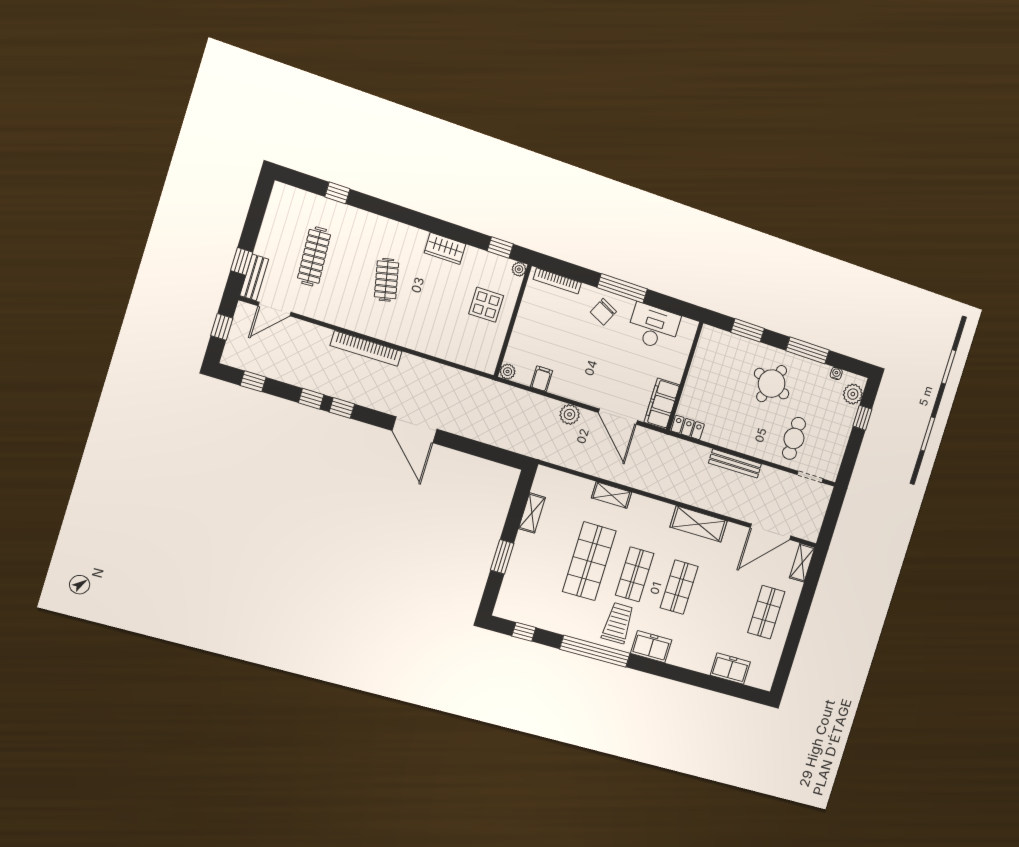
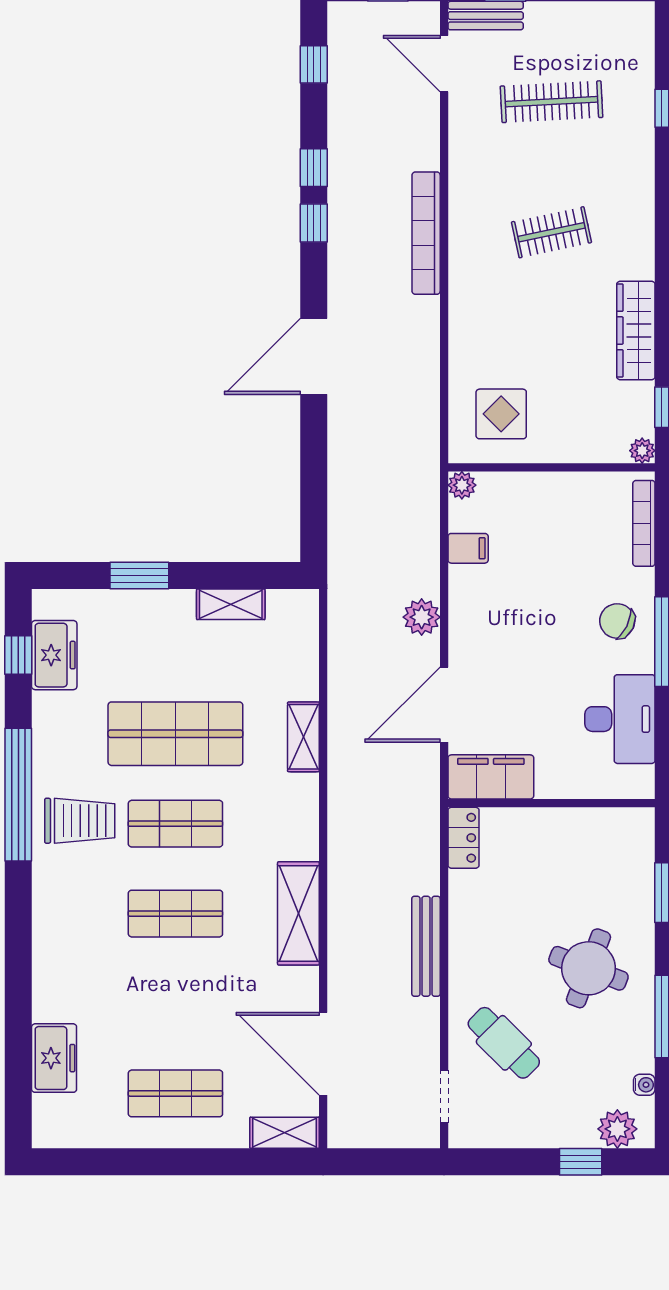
wardrobe: (445, 248) -> (636, 331), width x1.50
display table: (486, 305) -> (501, 414), moved
cafe table: (794, 438) -> (504, 1043), turned 45
freezer: (651, 647) -> (54, 655), moved

